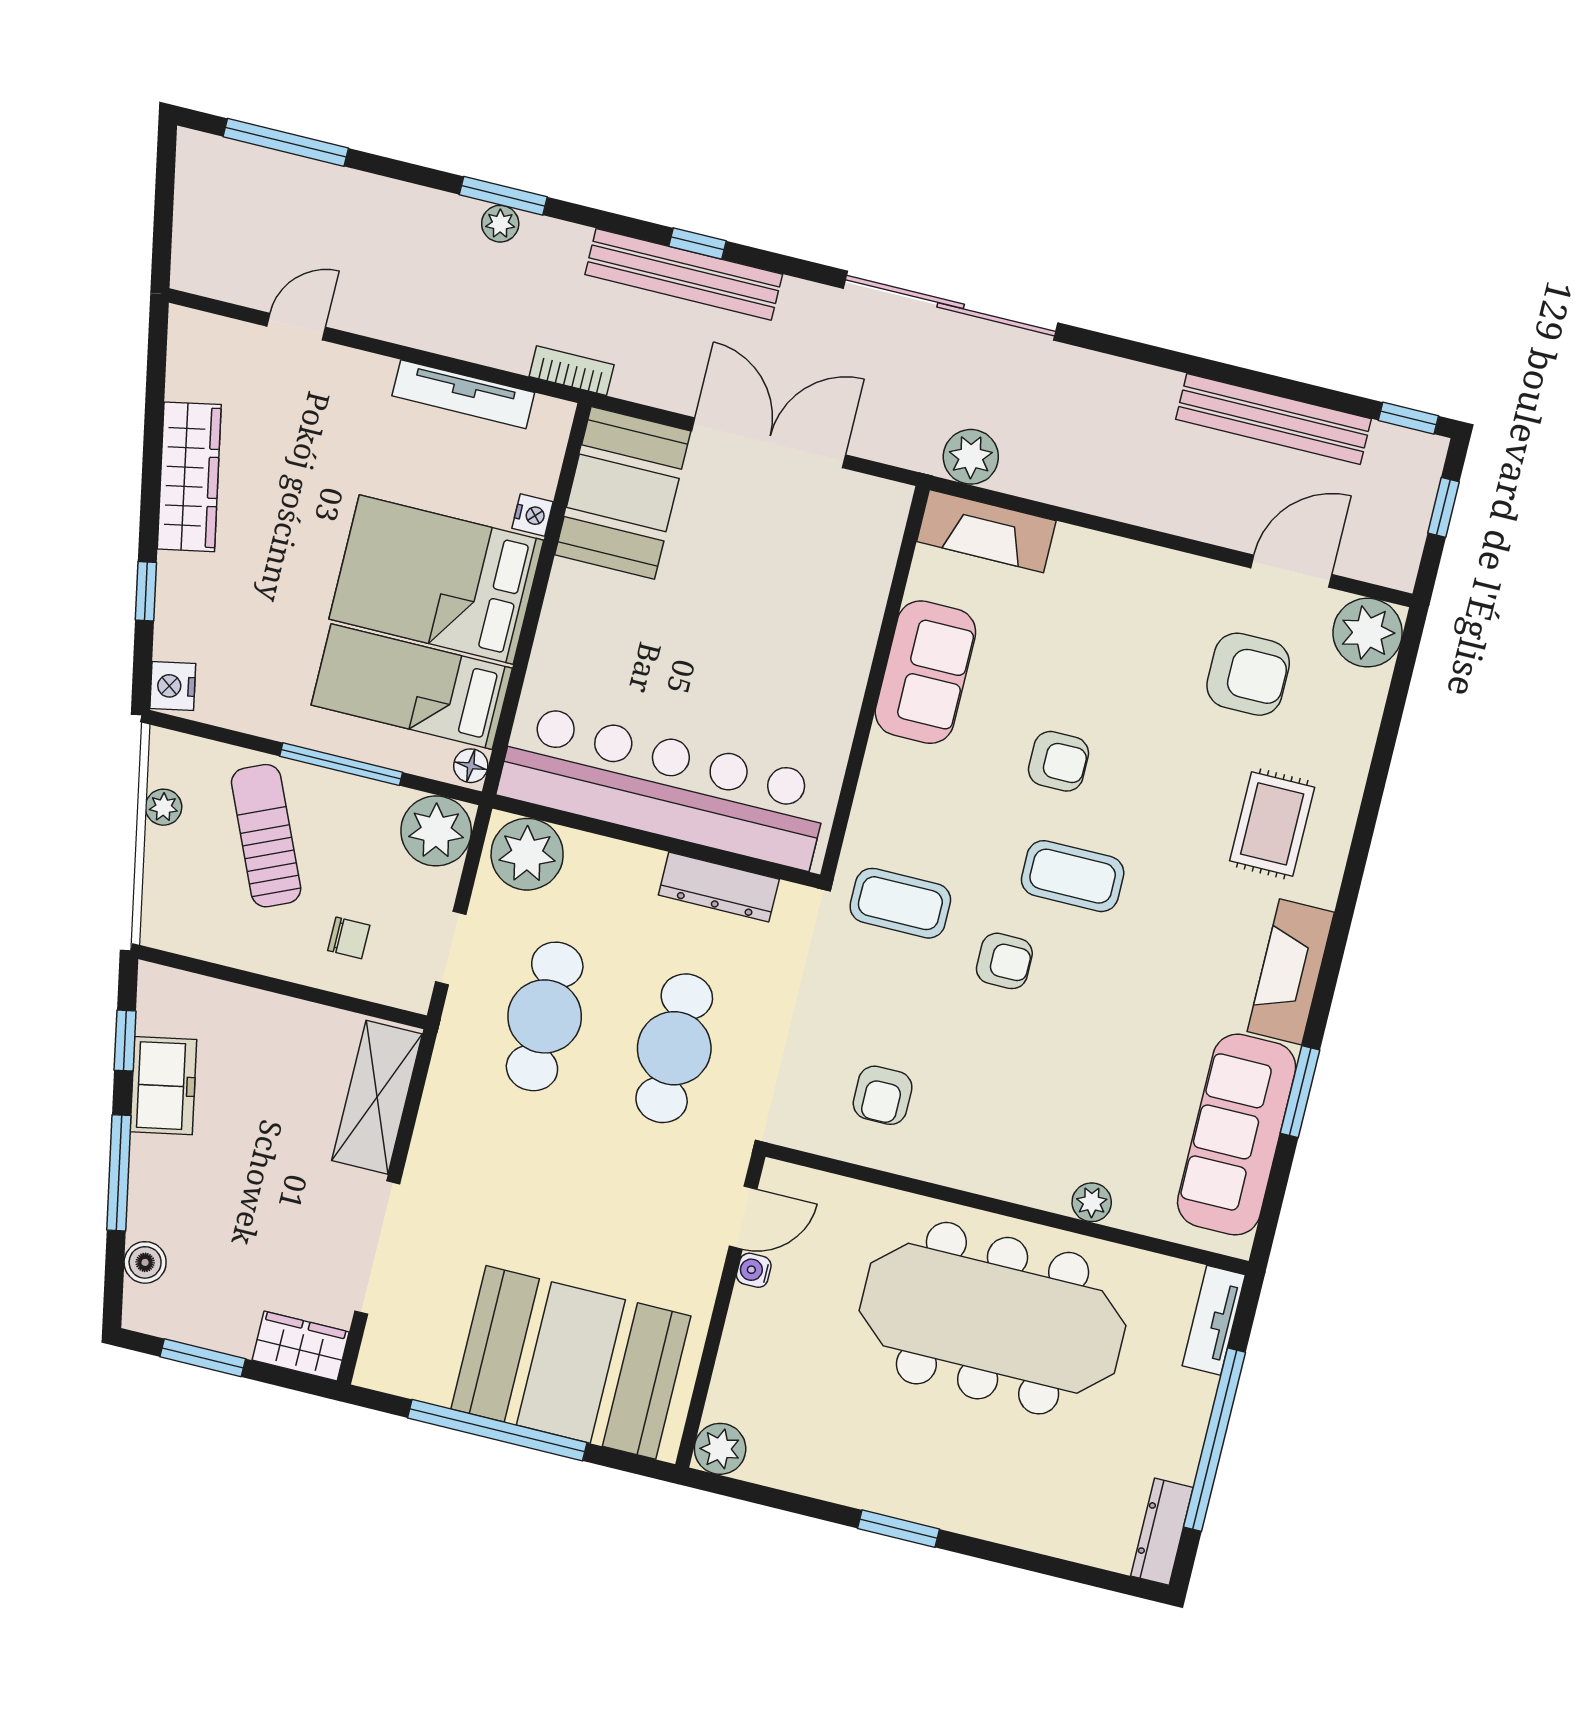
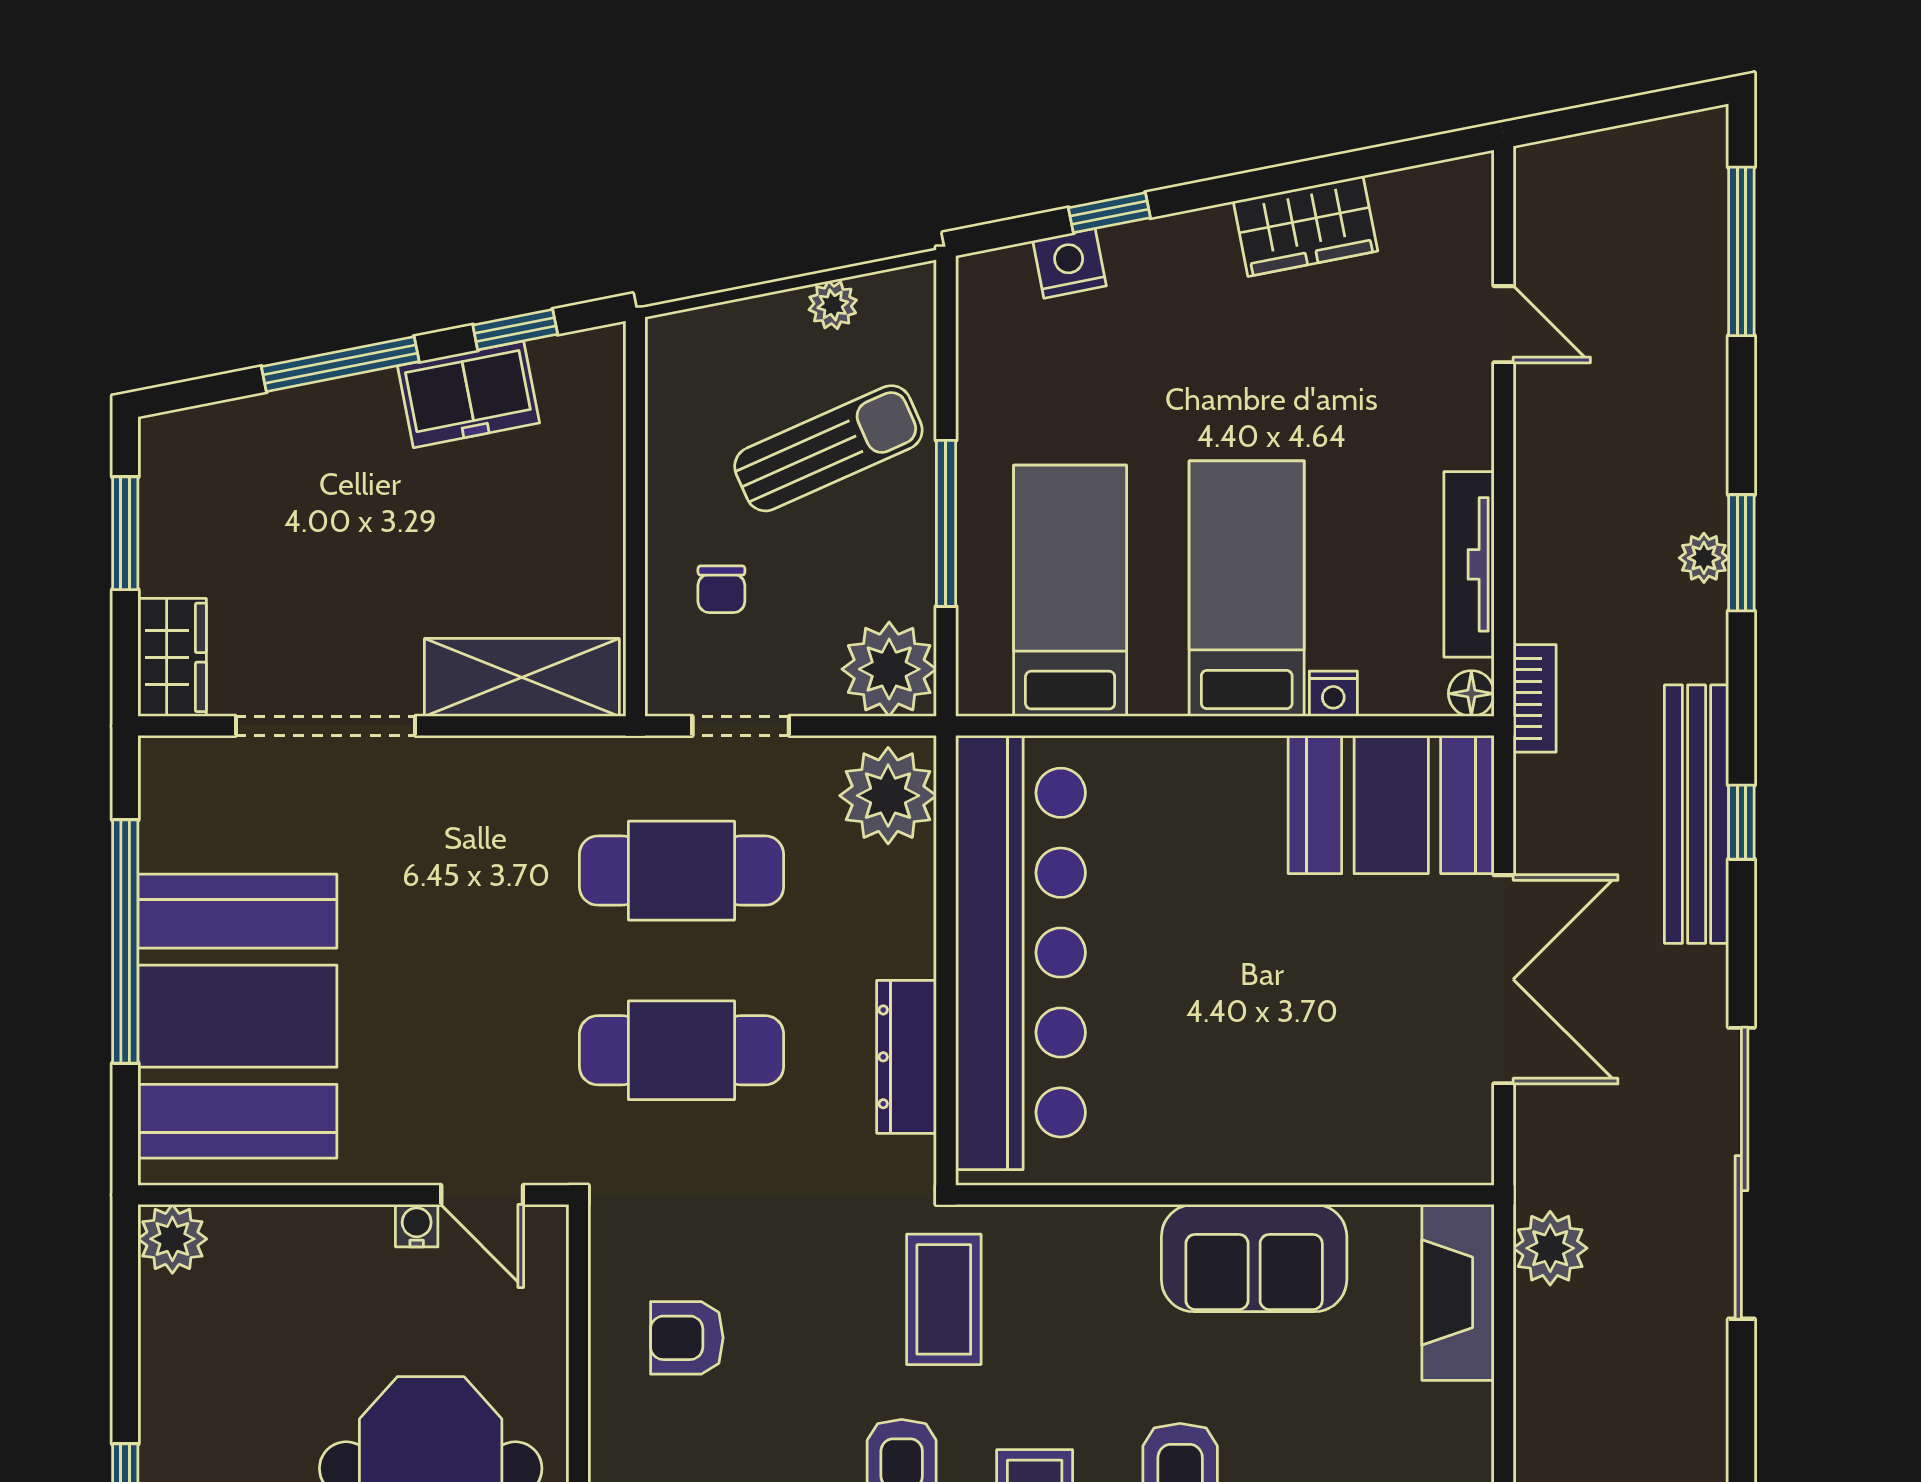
wardrobe: (189, 477) -> (1305, 226), width x0.67
bed: (436, 580) -> (1247, 589), width x0.67
nightstand: (173, 686) -> (1069, 263), moved
floor lamp: (471, 766) -> (1471, 694), moved
boiler: (145, 1262) -> (231, 427), removed

